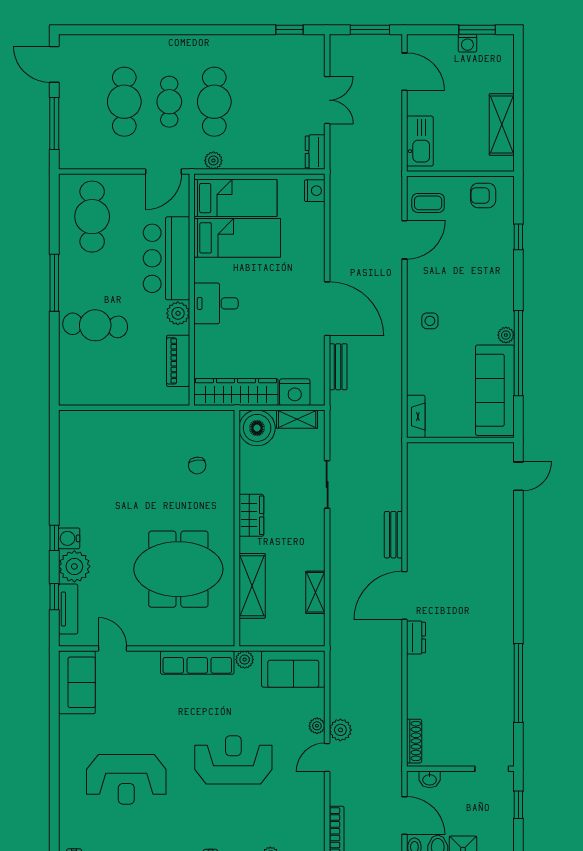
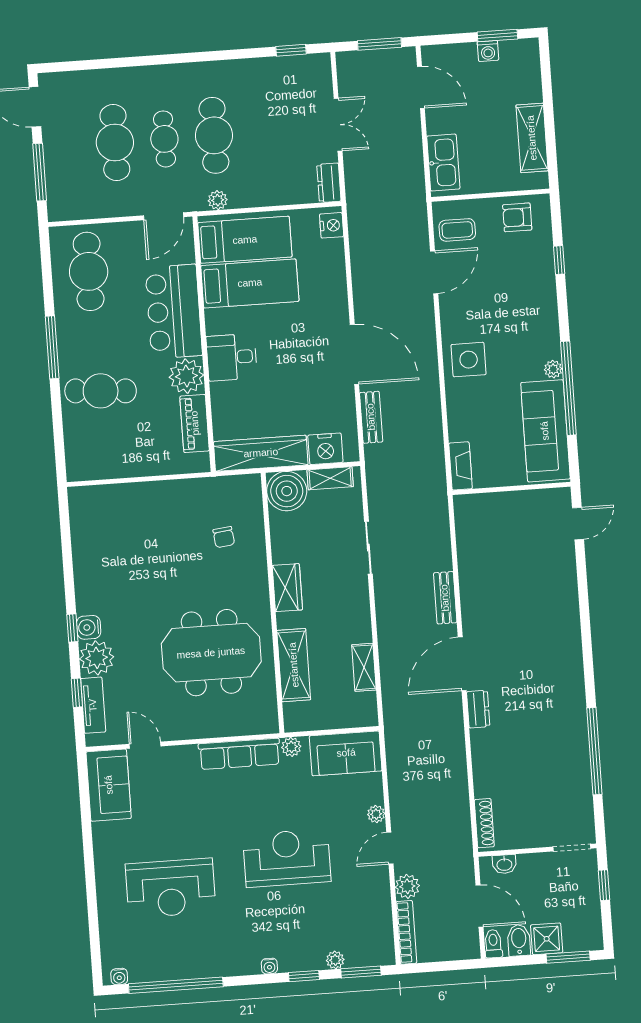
plant: (178, 313) -> (186, 376), width x1.36, depth x1.36
side table: (430, 321) -> (469, 360), width x1.87, depth x1.87
plant: (340, 730) -> (407, 886), moved

